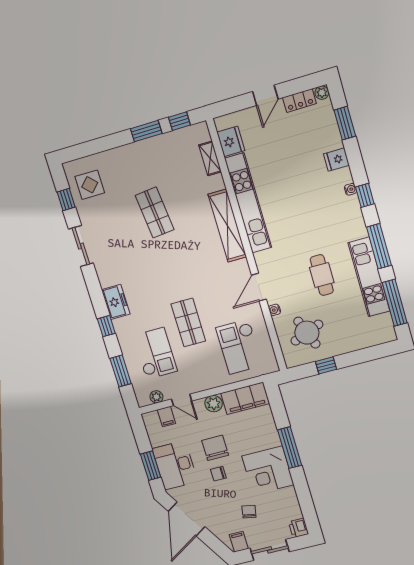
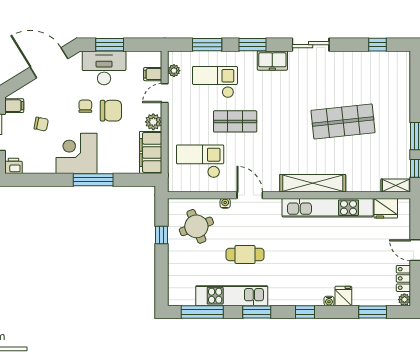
shelving: (210, 158) -> (396, 186), moved
display table: (90, 185) -> (384, 70), removed
water cooler: (350, 189) -> (329, 301), moved
shop shelf: (155, 212) -> (343, 121), width x1.43, depth x1.36
sliding door: (81, 246) -> (311, 45), moved
window: (379, 246) -> (257, 312), width x0.69
window: (106, 326) -> (253, 45), width x1.50
checkout: (155, 353) -> (215, 82), turned 180

